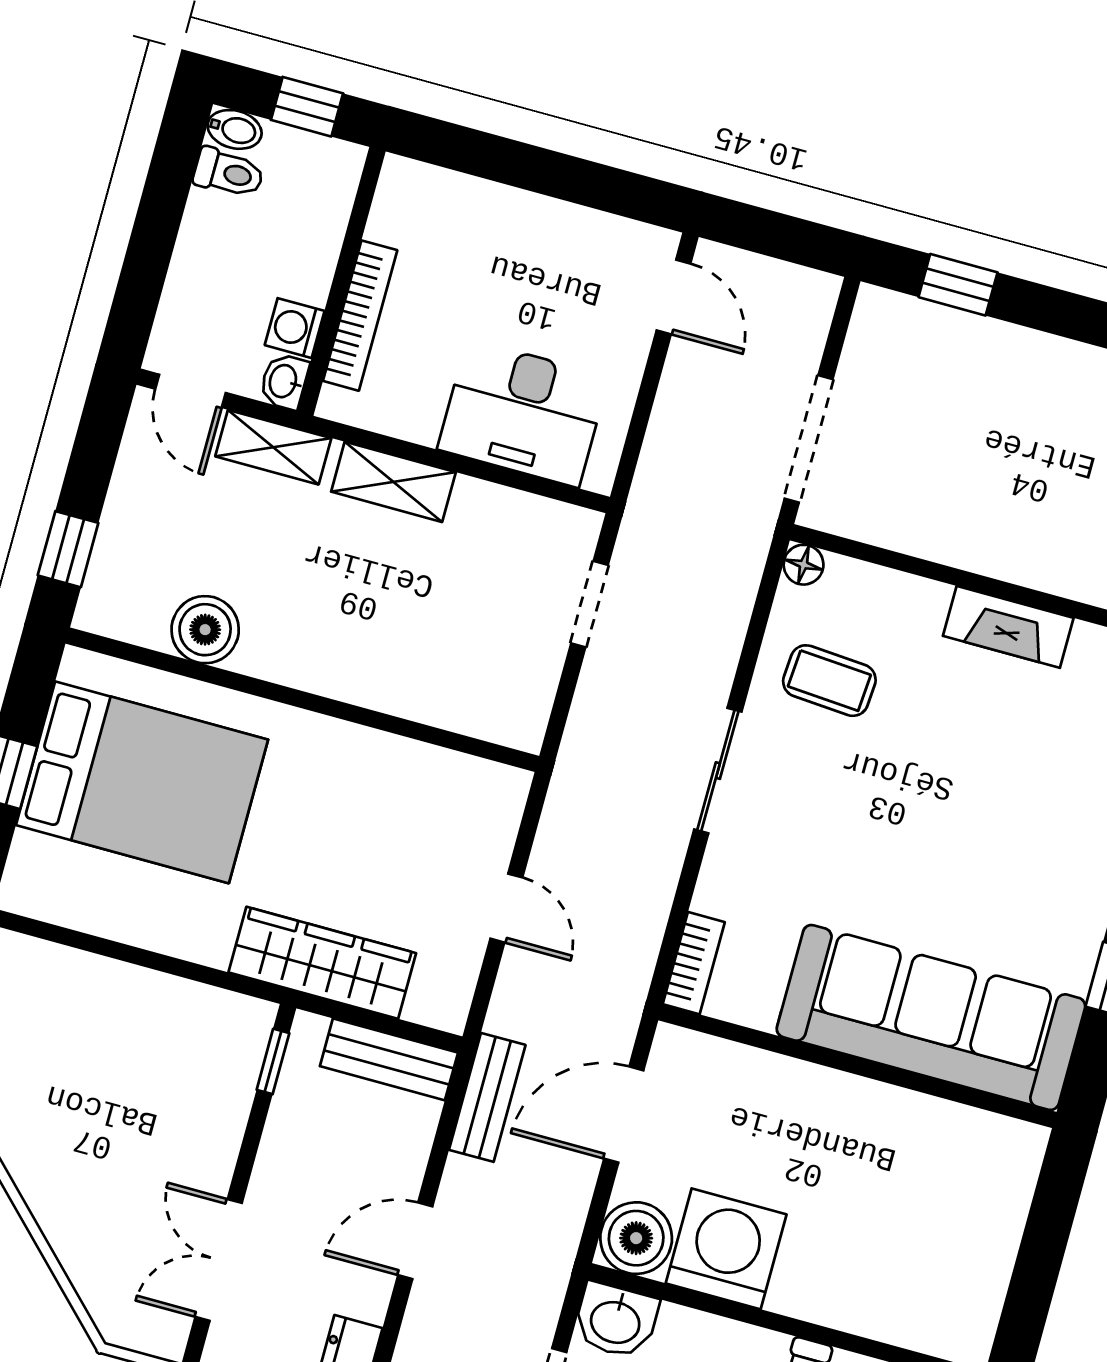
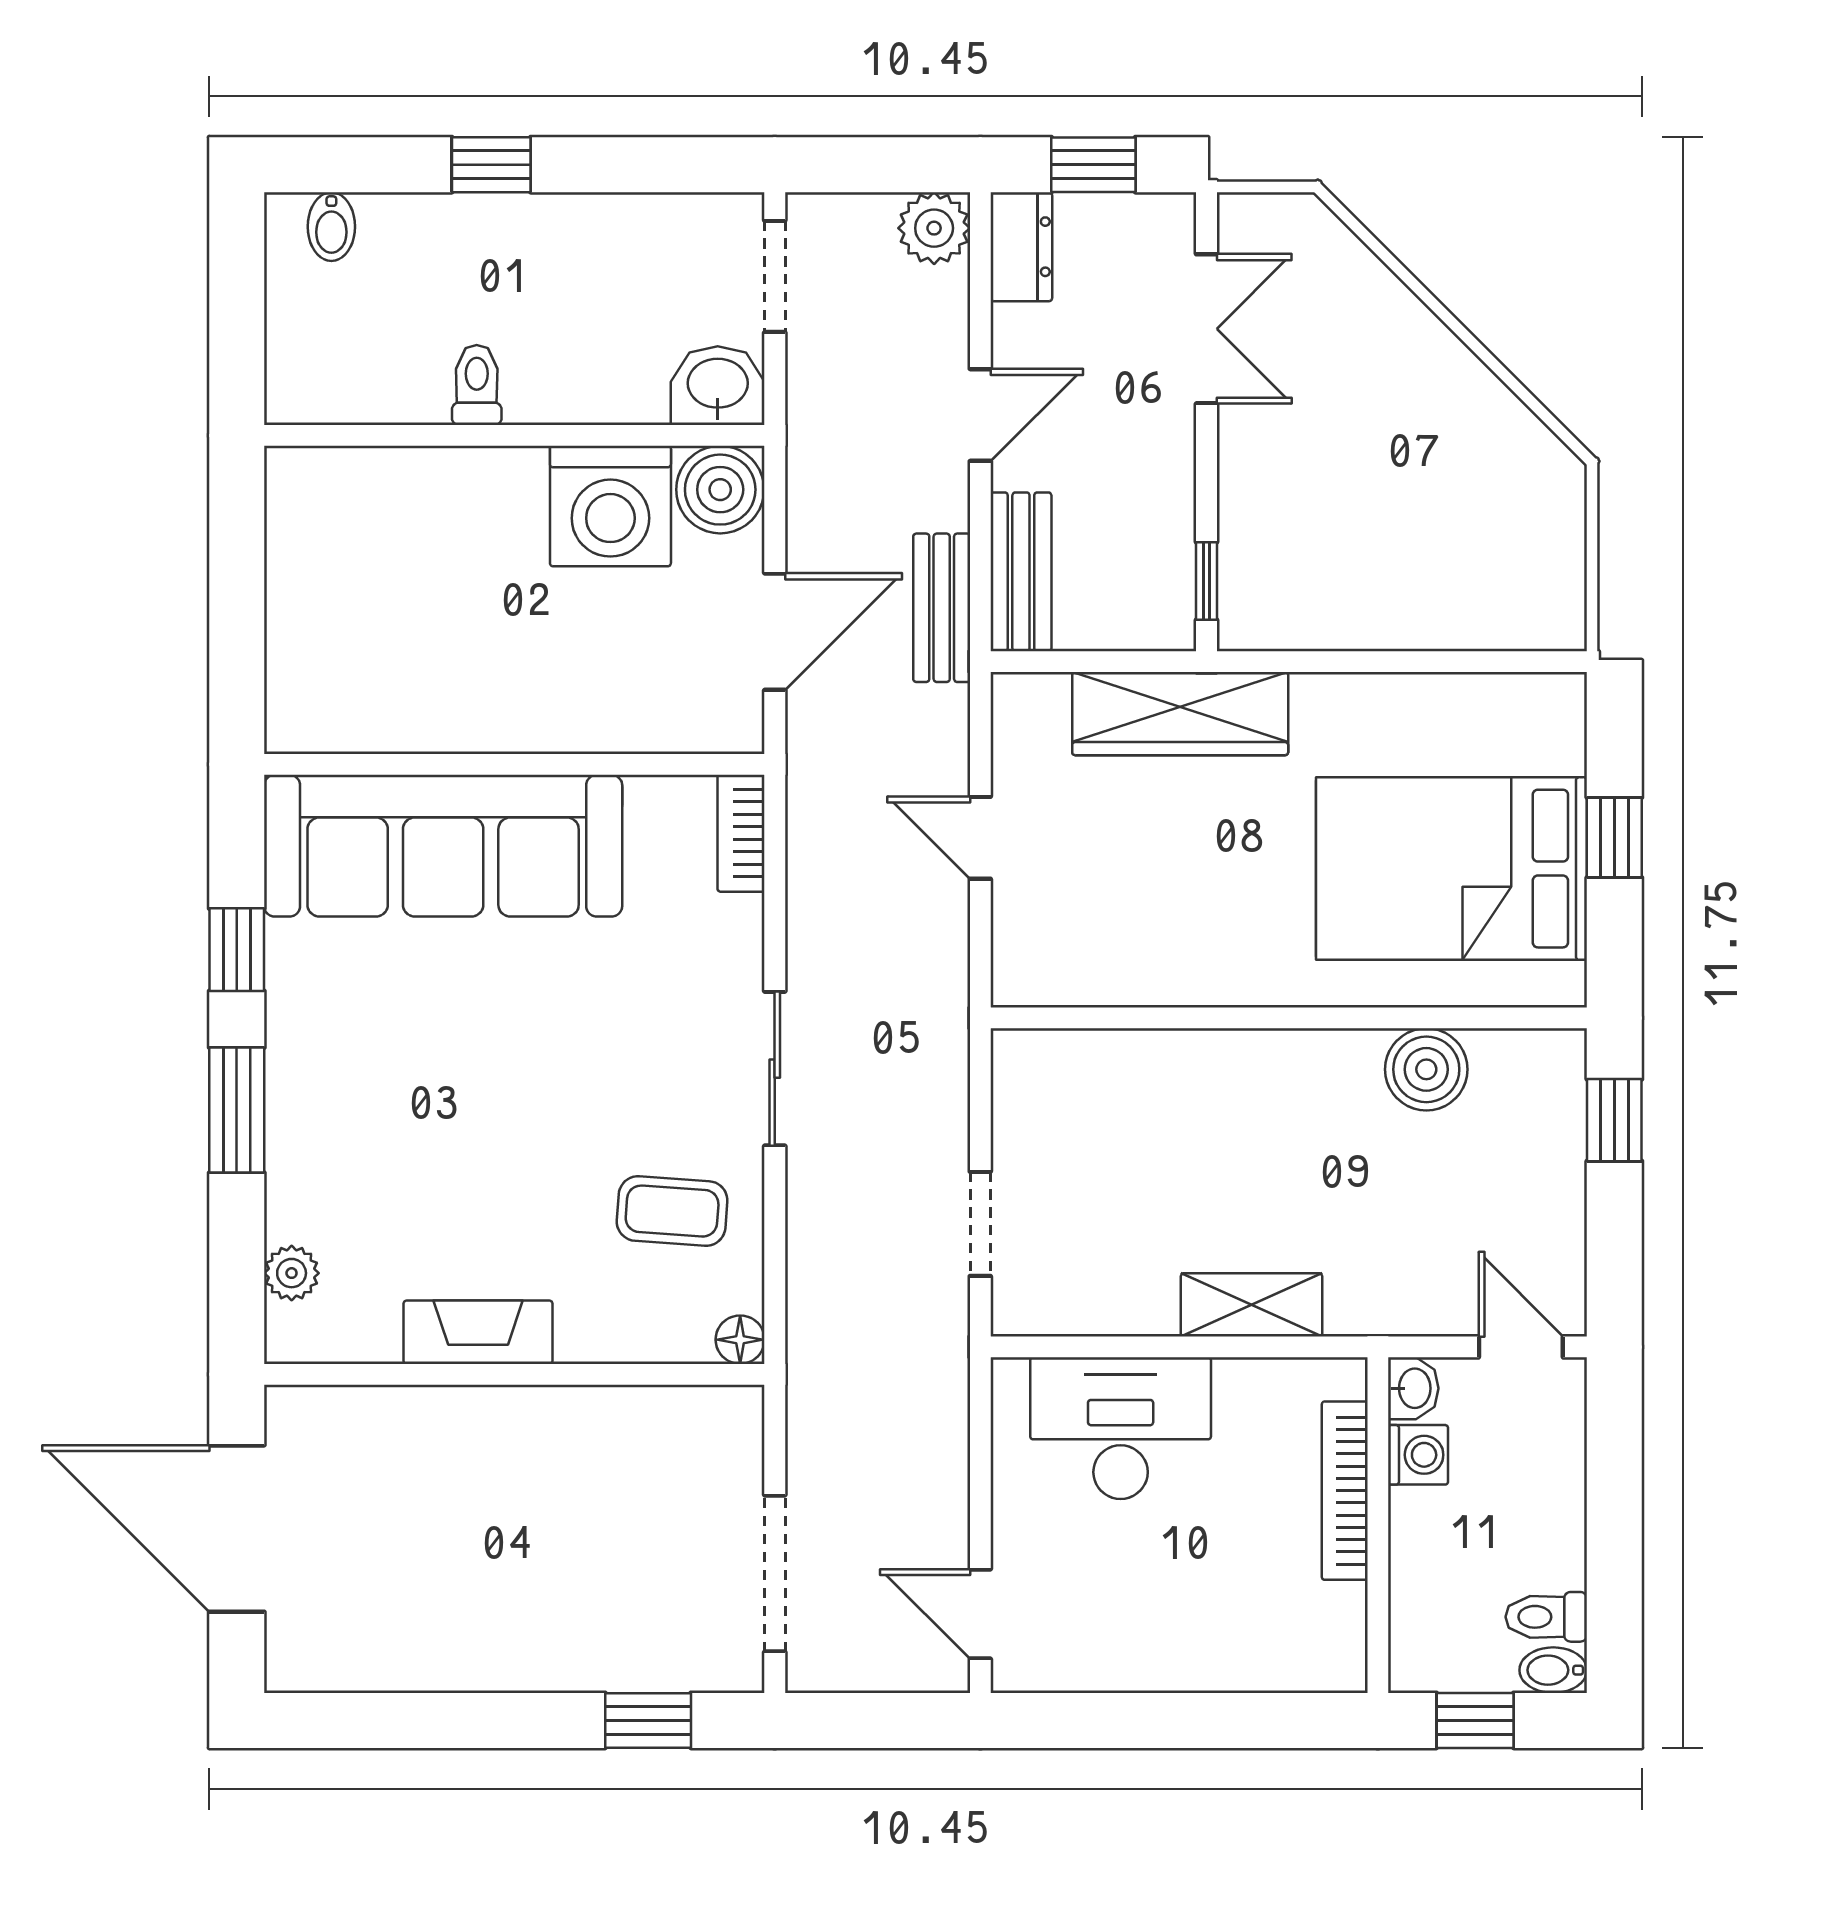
doorway: (809, 439) -> (775, 1574), moved
shelving: (273, 447) -> (1405, 1307), removed
bench: (389, 1059) -> (1021, 572), moved, turned 90

